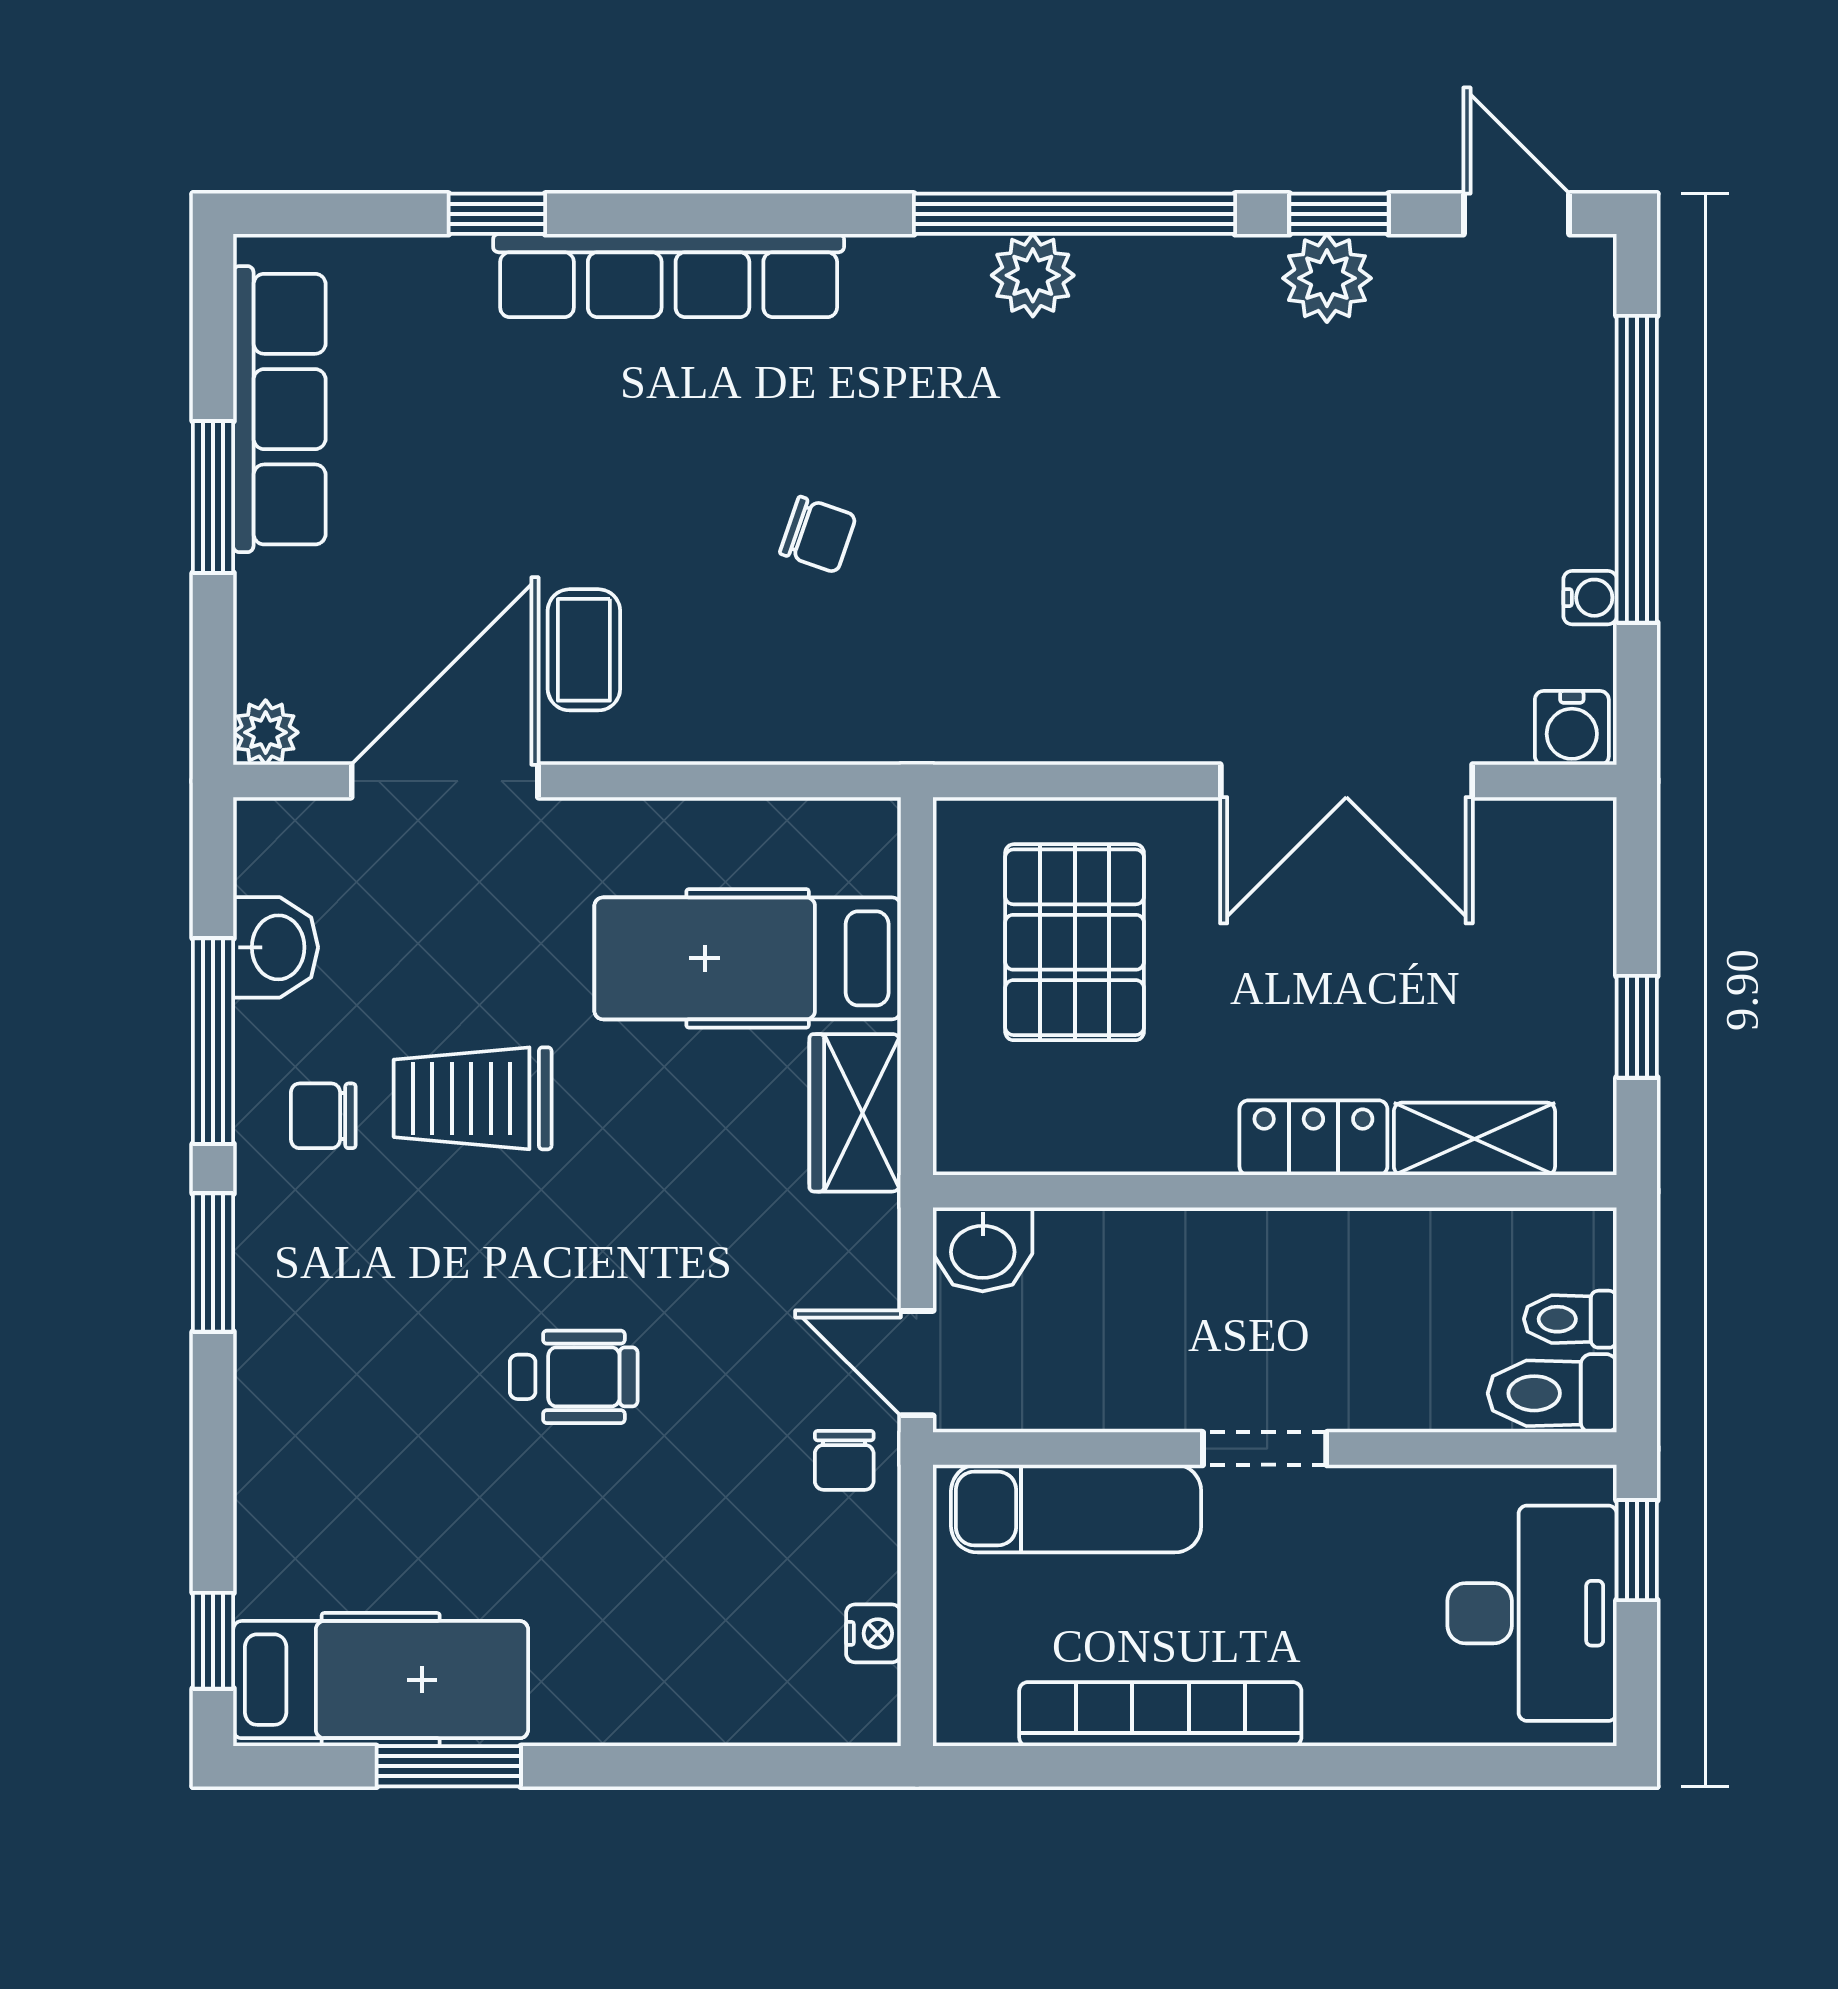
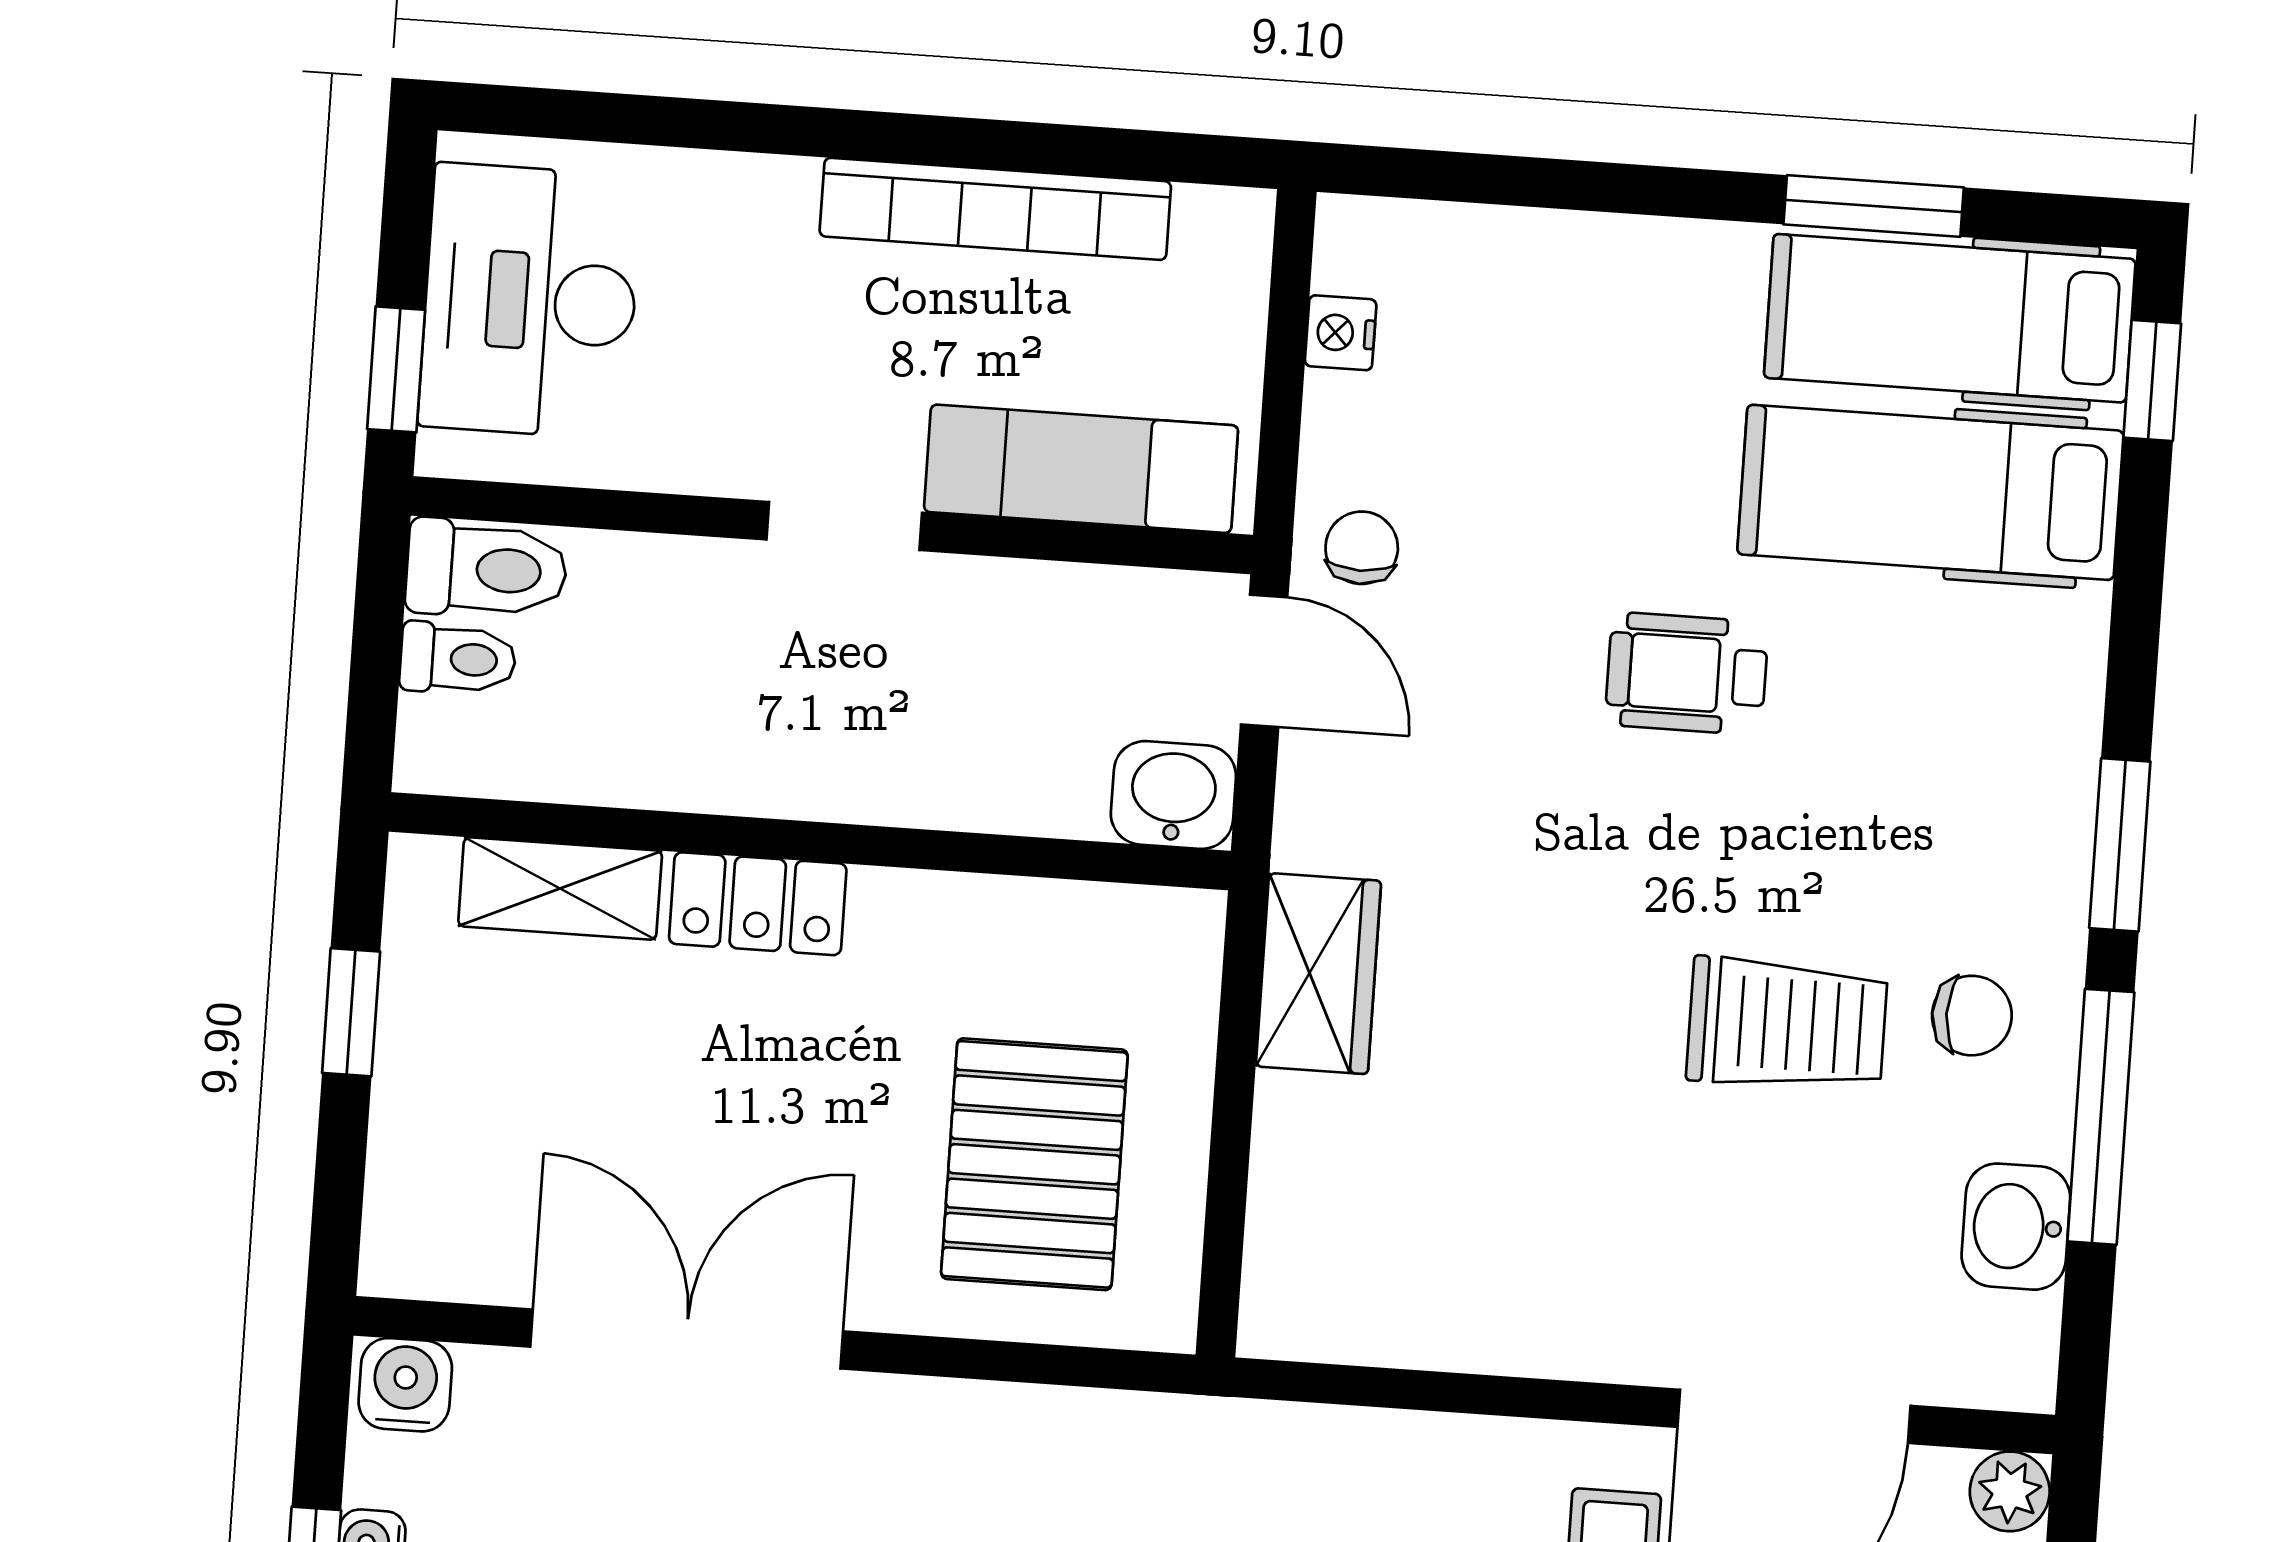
hospital bed: (748, 958) -> (1931, 492), moved, turned 180

